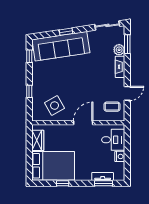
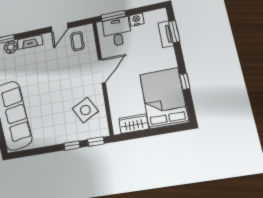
window: (29, 56) -> (96, 142), moved
door: (127, 93) -> (60, 28), swing flipped
door: (83, 123) -> (102, 71), swing flipped
window: (127, 139) -> (113, 16), added

